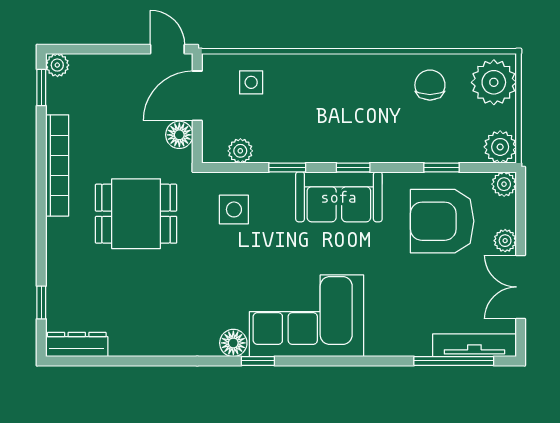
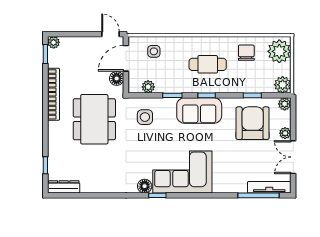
cafe table: (355, 108) -> (208, 64), added
dining table: (136, 214) -> (94, 119), width x1.38
armchair: (442, 221) -> (253, 123), turned 90

